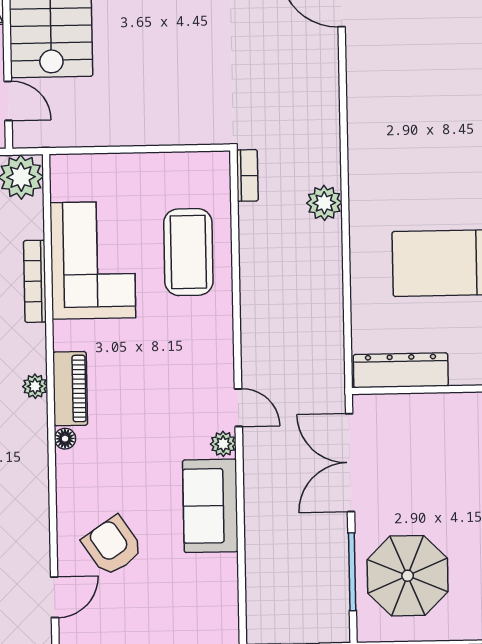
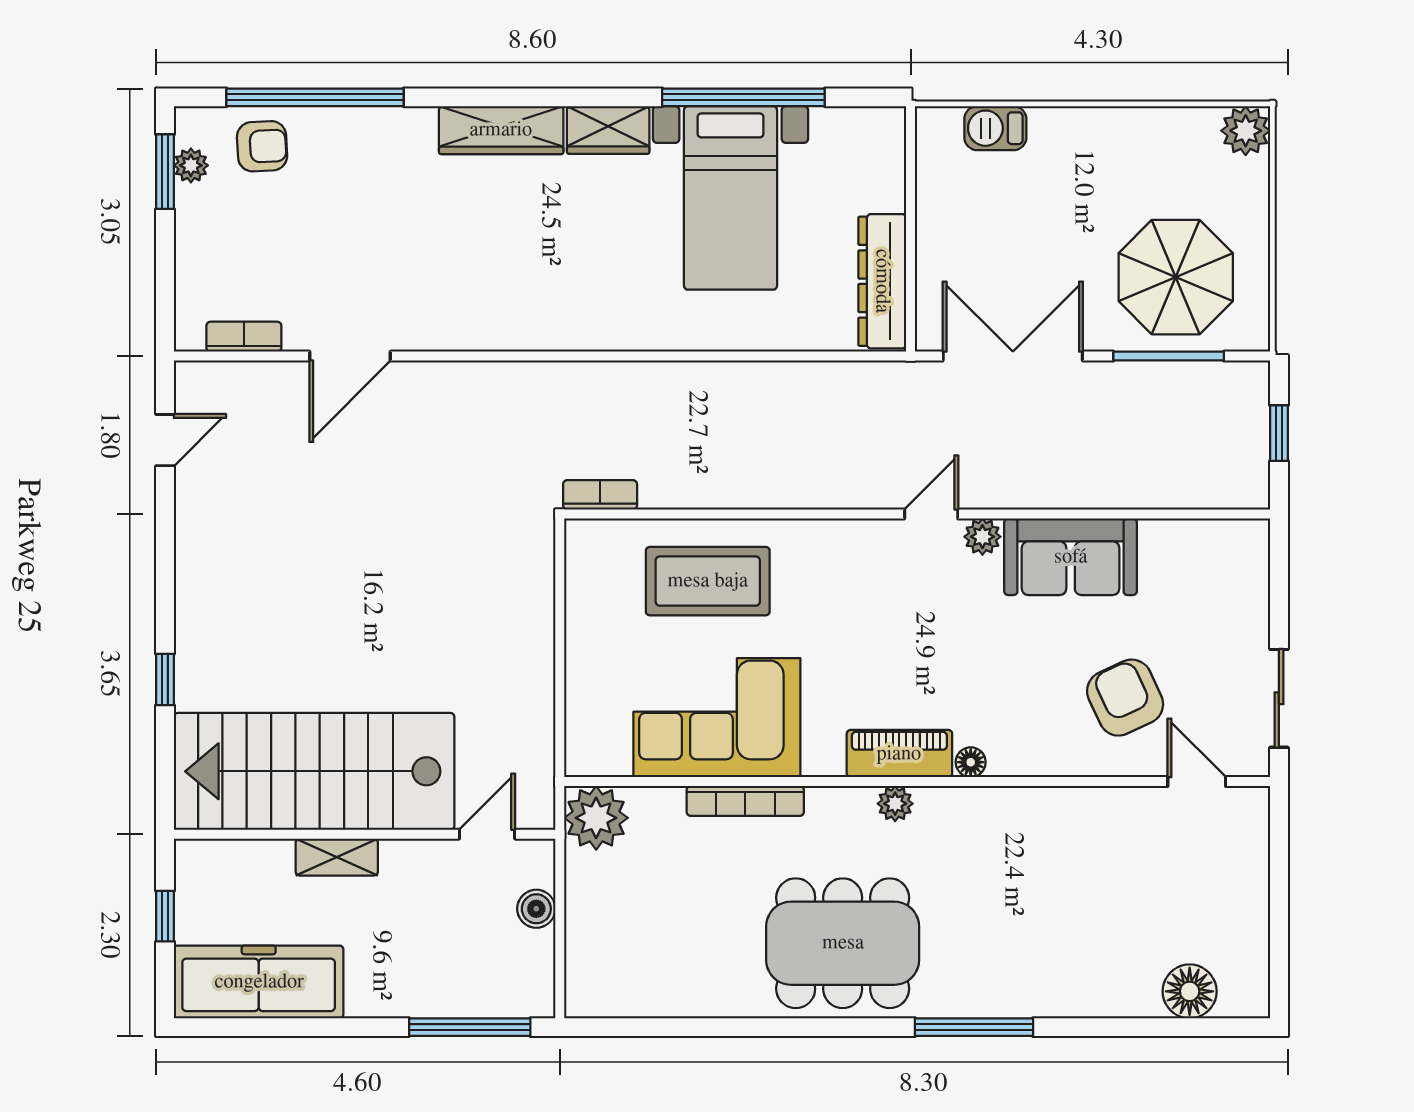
plant: (324, 203) -> (641, 386), removed
double door: (350, 463) -> (1013, 356), swing flipped
armchair: (112, 546) -> (1125, 698), turned 99

